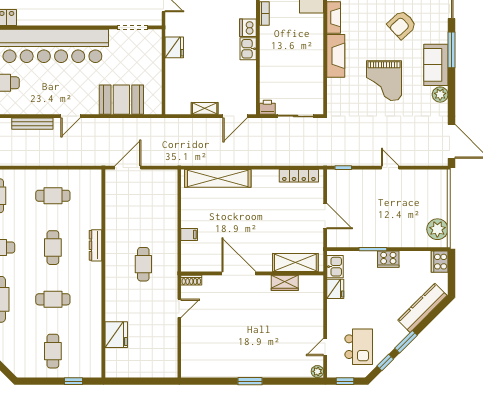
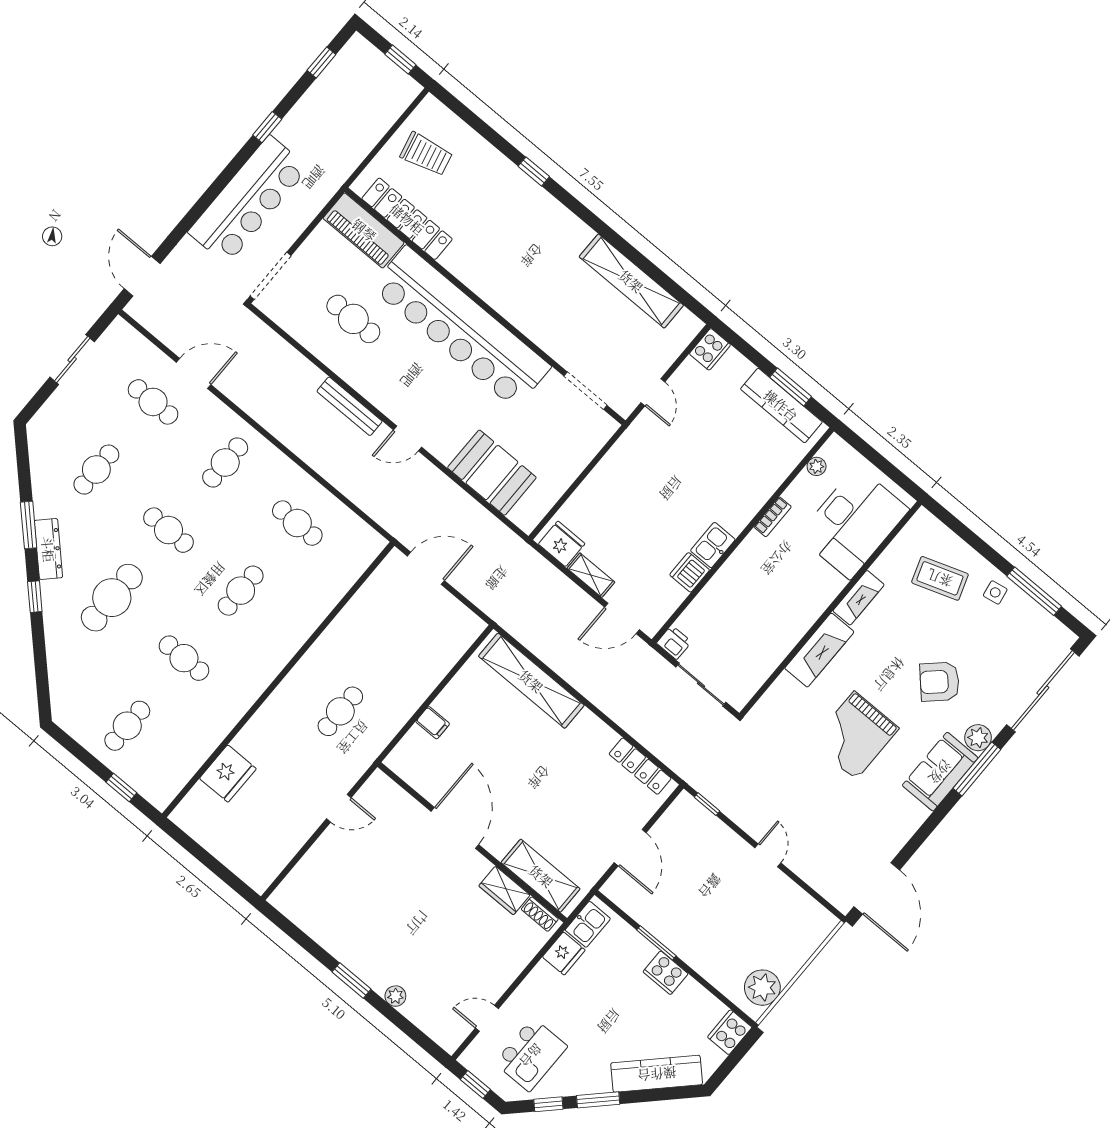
dishwasher: (248, 28) -> (690, 572), moved
fridge: (174, 47) -> (562, 544), moved, turned -90
plant: (440, 95) -> (978, 738), moved
dresser: (96, 245) -> (299, 634), removed
shoe rack: (191, 280) -> (540, 914), moved
plant: (317, 371) -> (395, 996), moved

